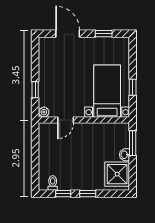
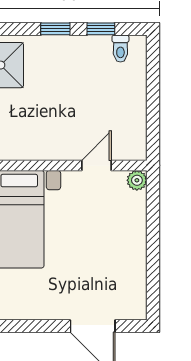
window: (104, 34) -> (26, 326), removed
window: (35, 90) -> (153, 222), removed

